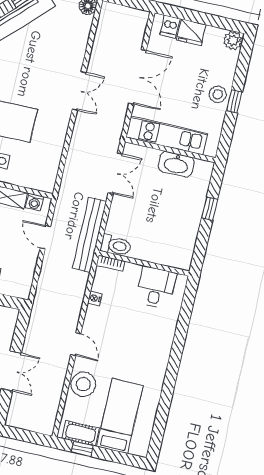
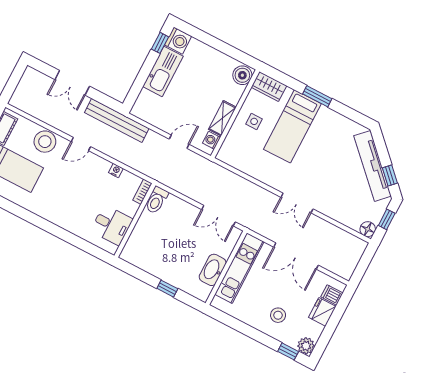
stool: (218, 94) -> (278, 315), moved
window: (234, 102) -> (288, 351), moved
bench: (90, 235) -> (117, 120), moved

